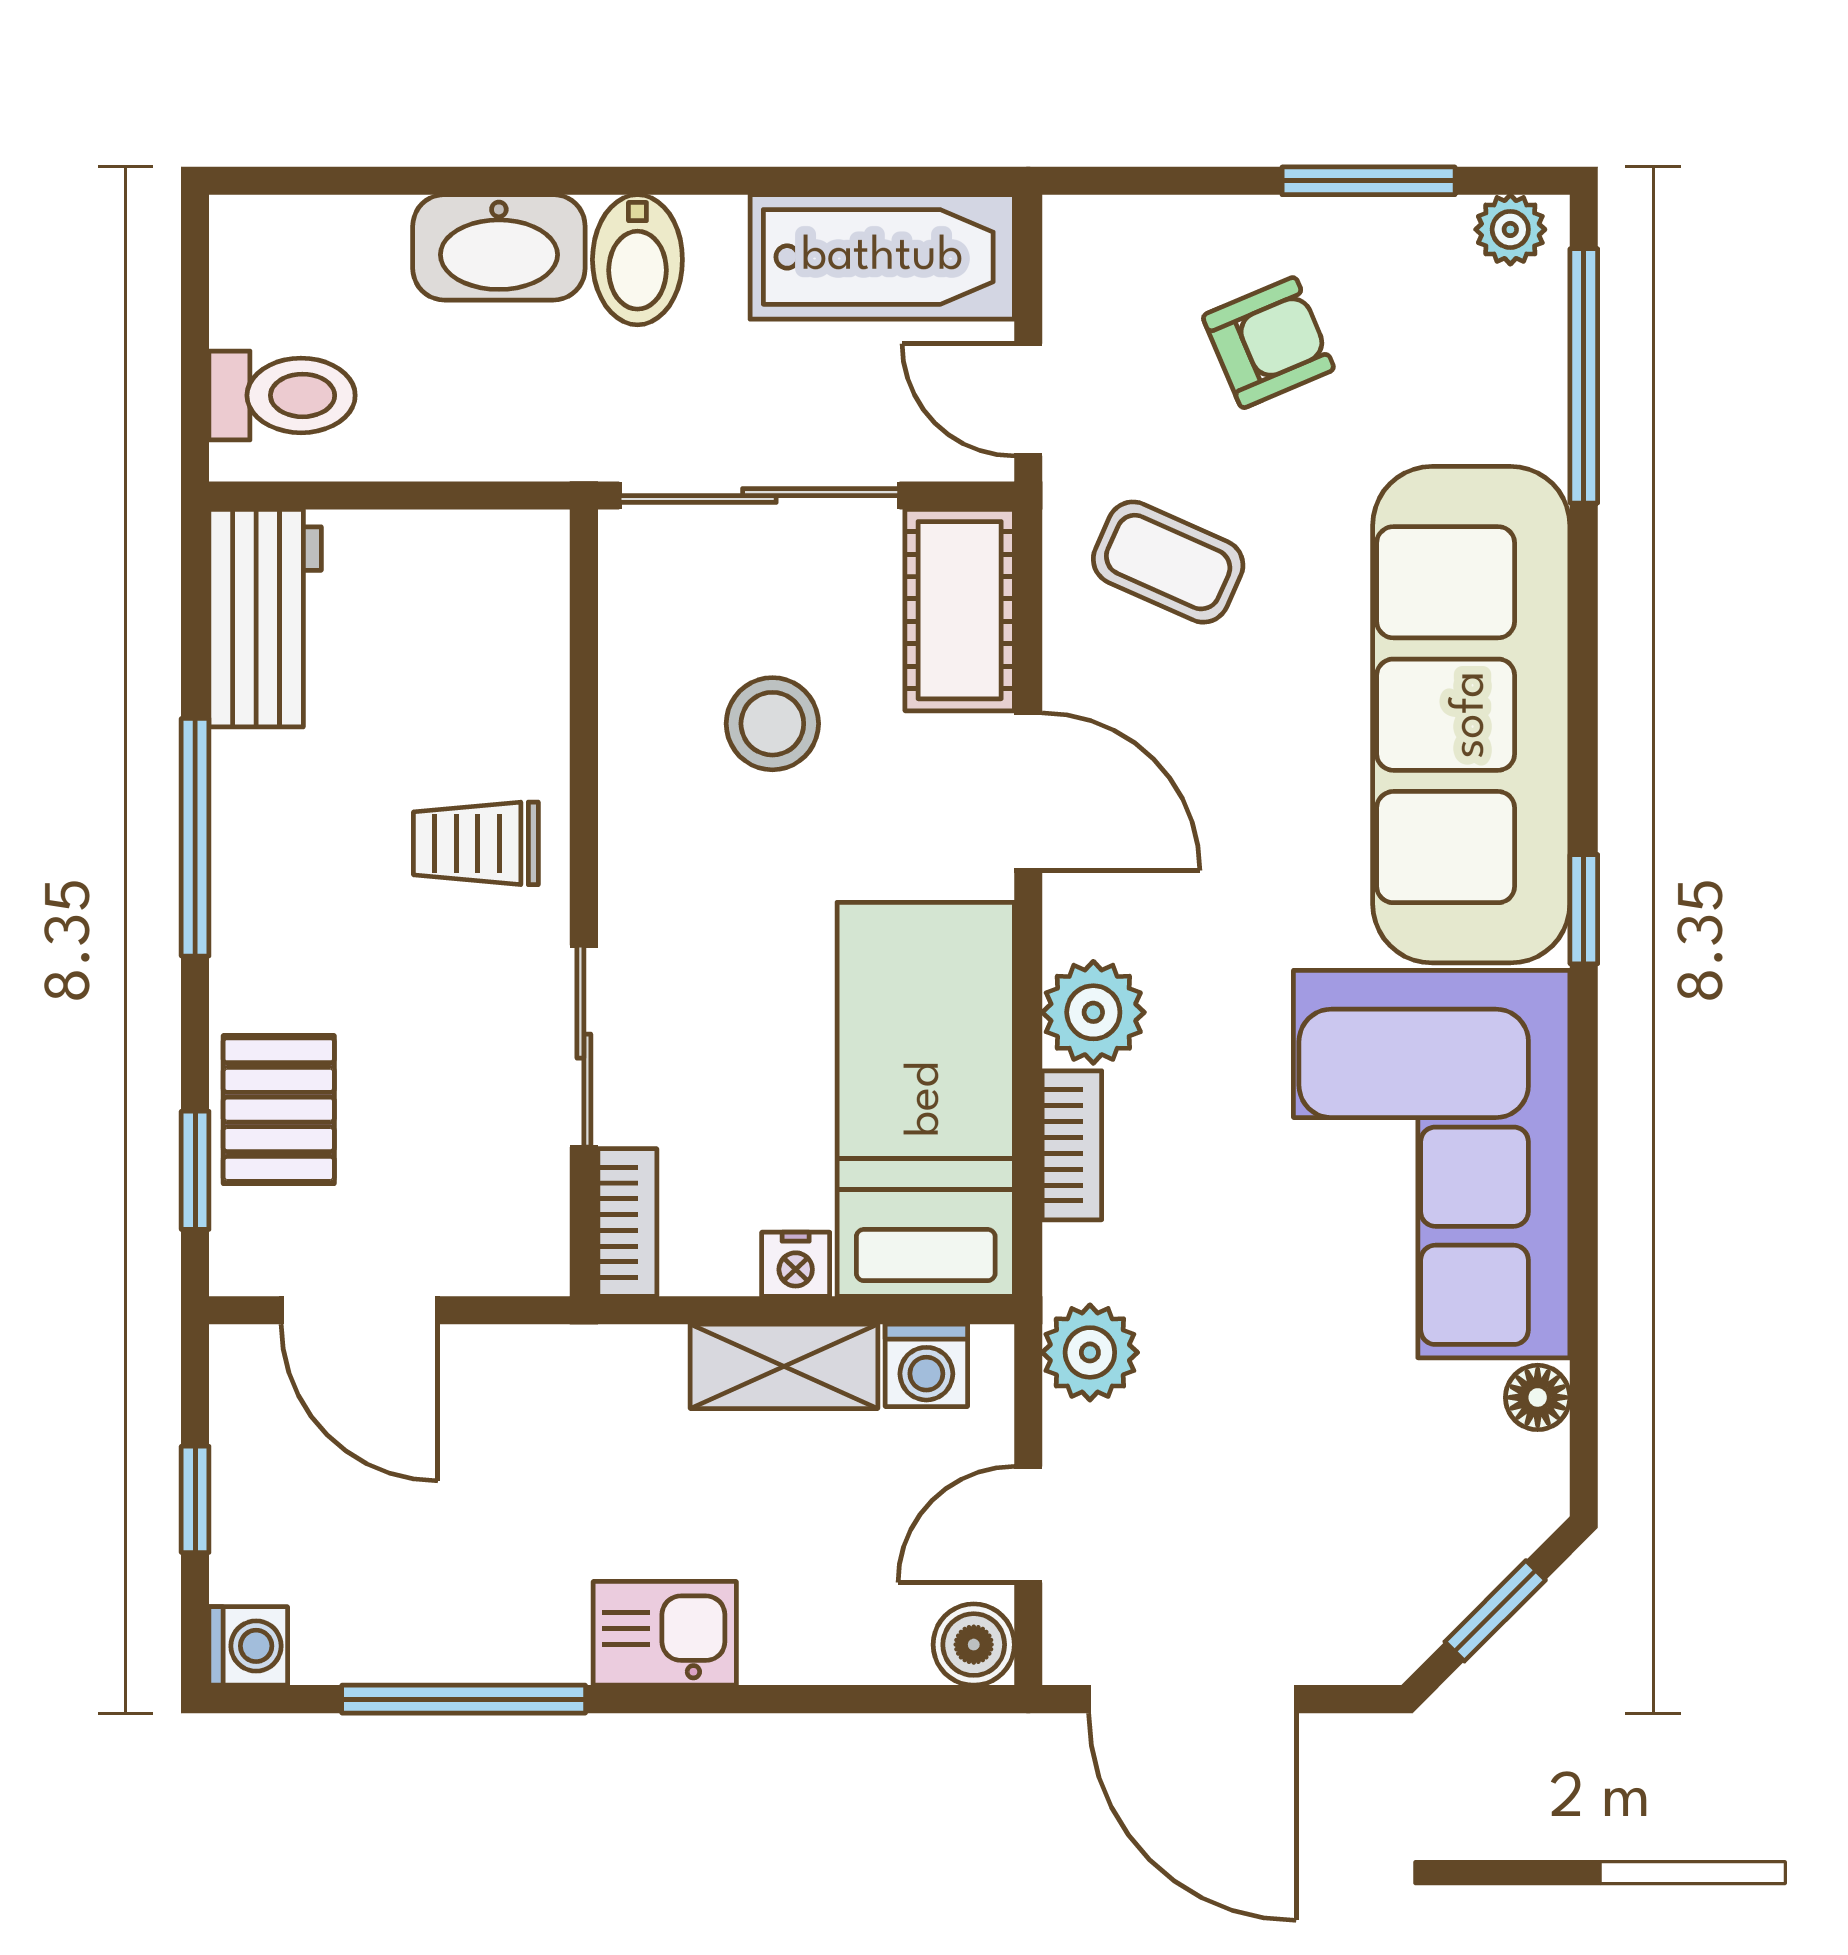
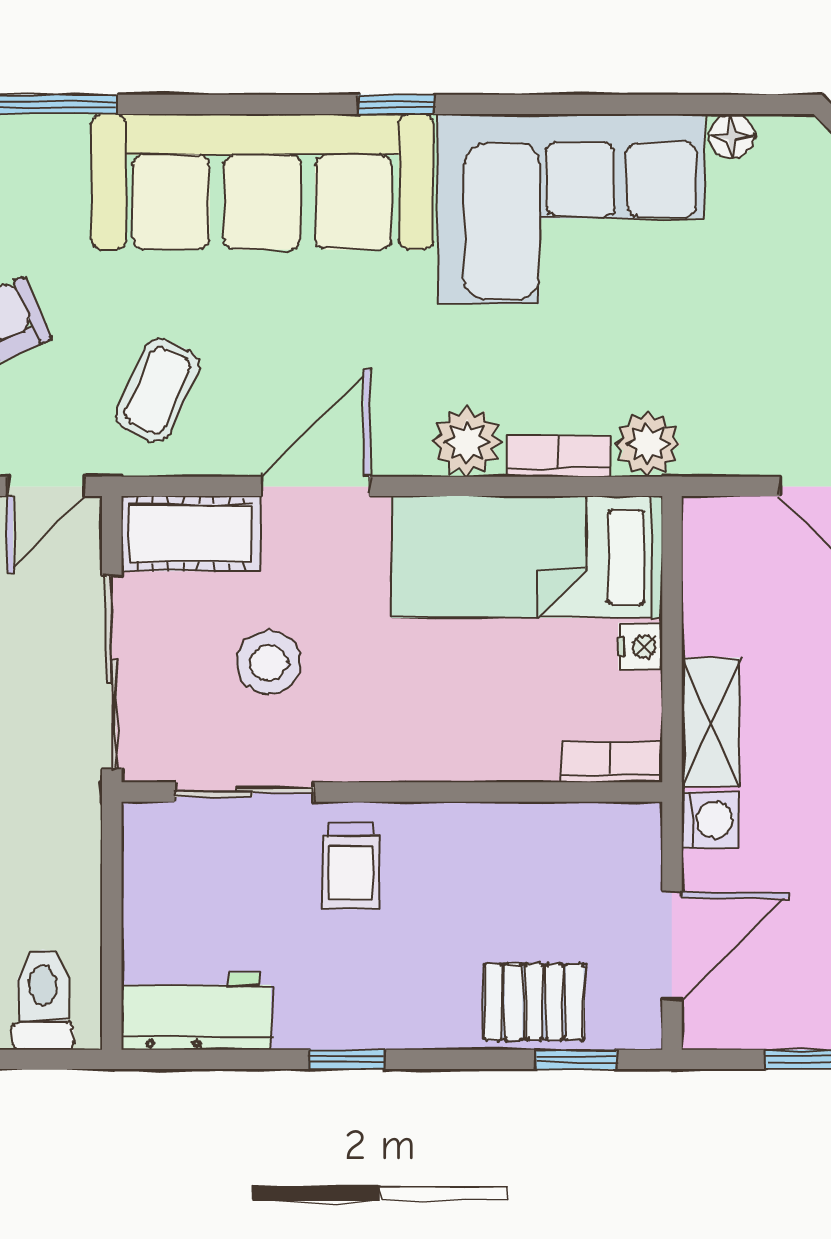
window: (195, 837) -> (347, 1059), width x0.46
sliding door: (584, 1046) -> (244, 792), moved
plant: (1090, 1352) -> (648, 444), moved
washing machine: (926, 1365) -> (710, 820), moved
shelving: (784, 1366) -> (711, 722), moved

